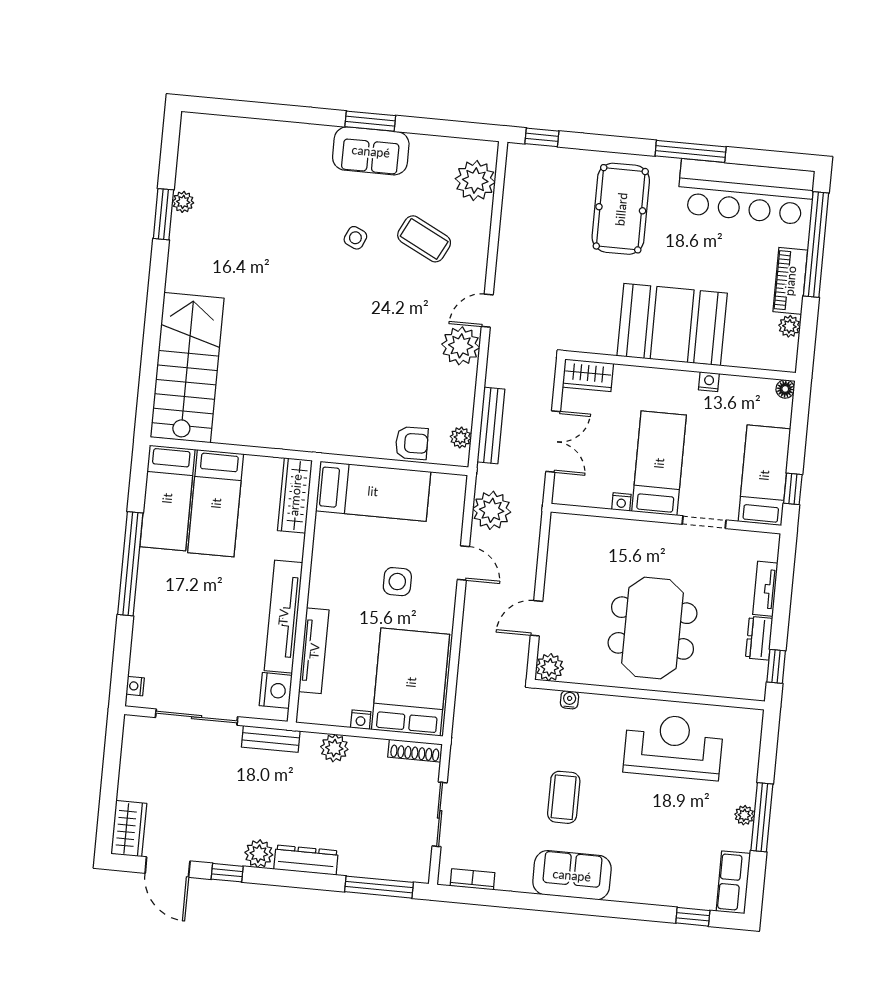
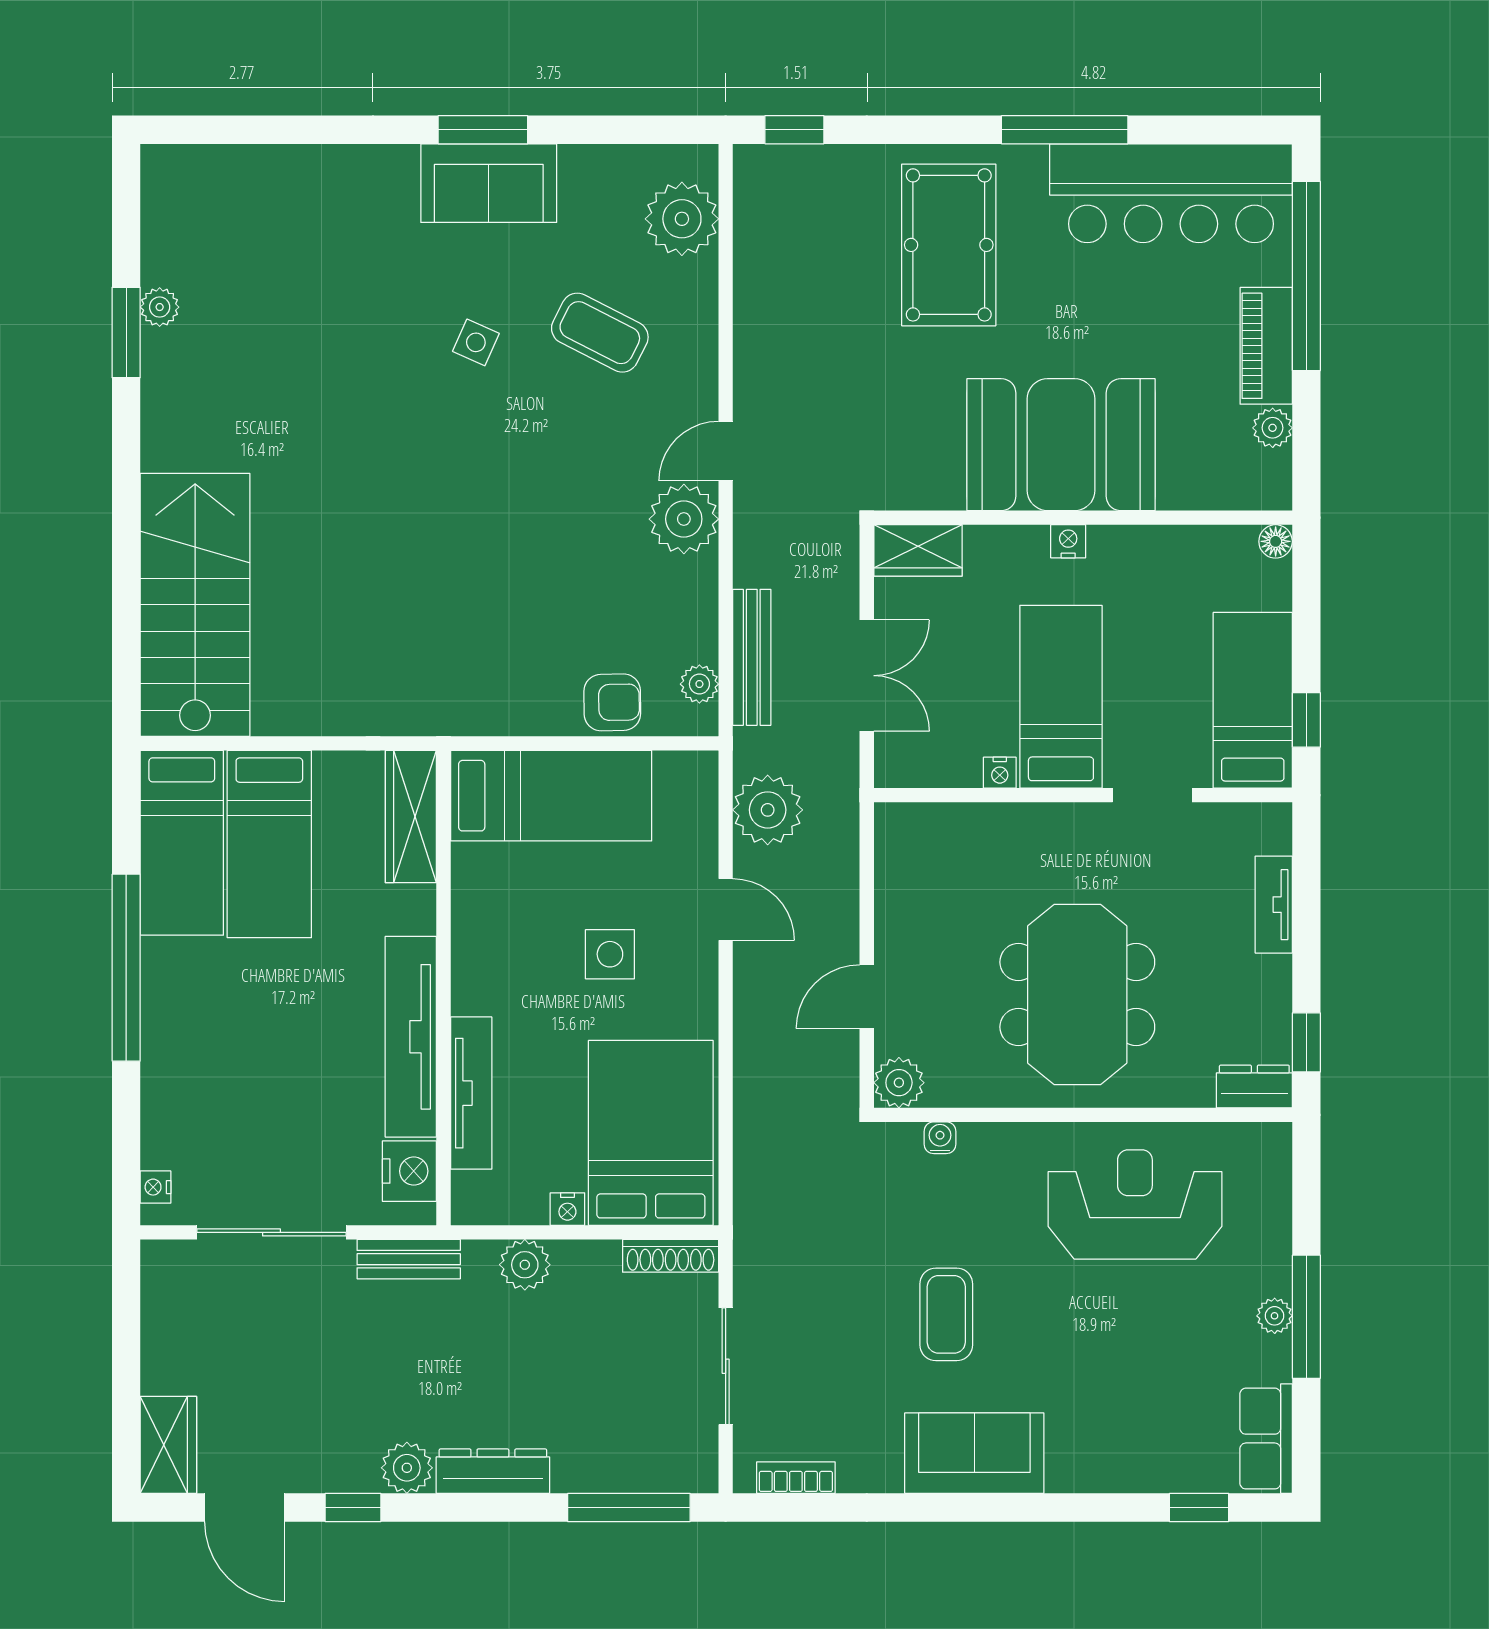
nightstand: (709, 382) -> (1068, 541), moved
dresser: (759, 638) -> (1254, 1086), moved, turned 90

